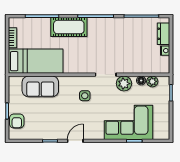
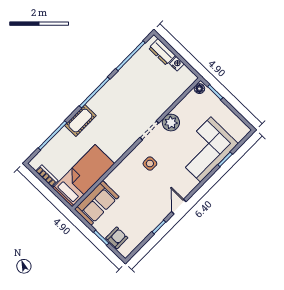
cot: (69, 27) -> (80, 121), width x0.73, depth x0.75
floor lamp: (141, 80) -> (199, 89), moved
plant: (152, 81) -> (191, 98), removed
sofa: (40, 86) -> (97, 203), moved
armchair: (17, 121) -> (117, 238), turned -90

